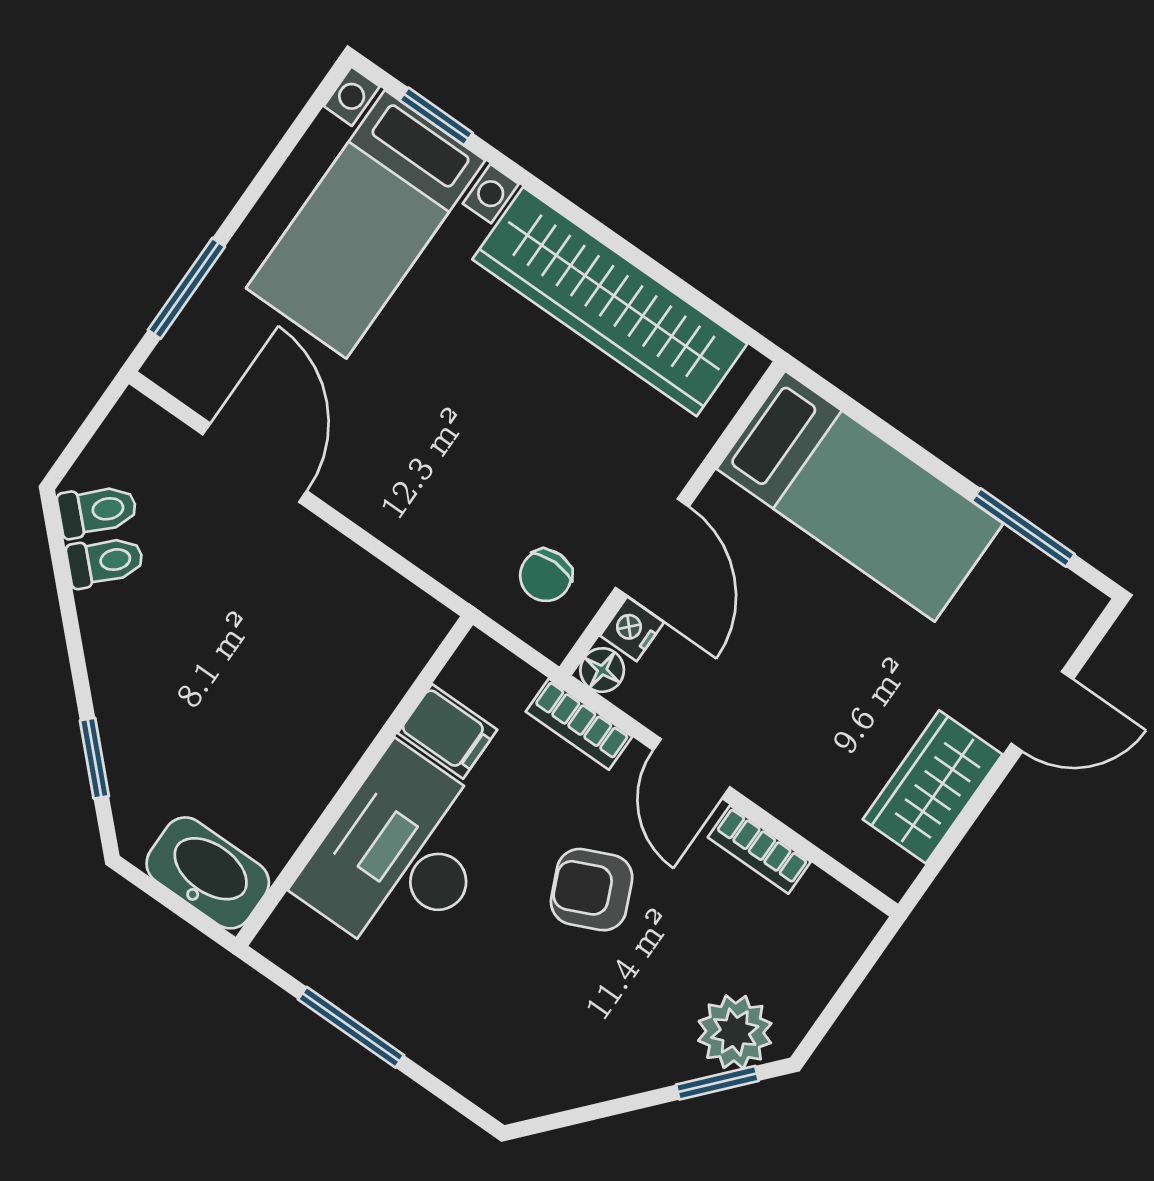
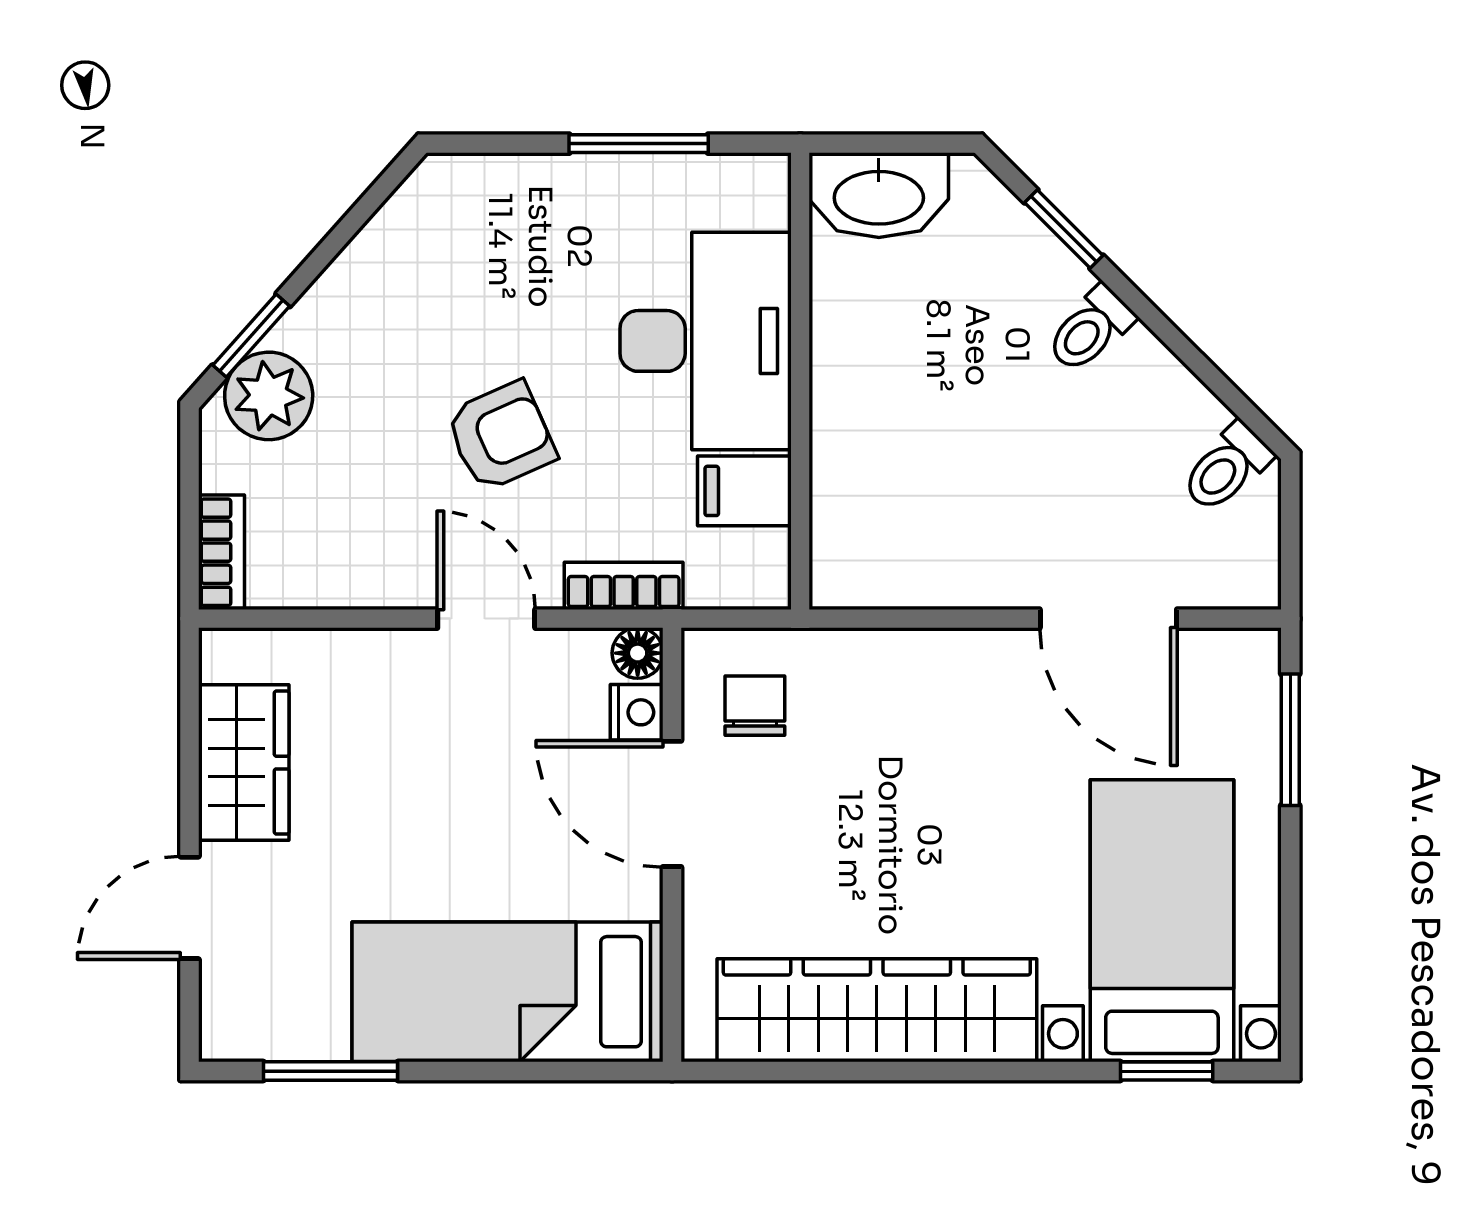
toilet: (105, 561) -> (1090, 329), moved
bookcase: (759, 850) -> (221, 552), moved, turned 90

